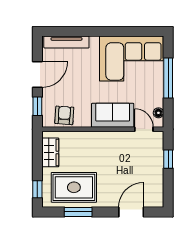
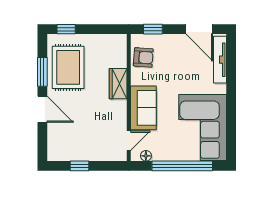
door: (37, 74) -> (199, 29), moved
window: (168, 78) -> (182, 166), width x1.46
wardrobe: (50, 152) -> (118, 84), moved, turned 90
window: (168, 159) -> (80, 166), moved
door: (131, 212) -> (42, 109), moved

